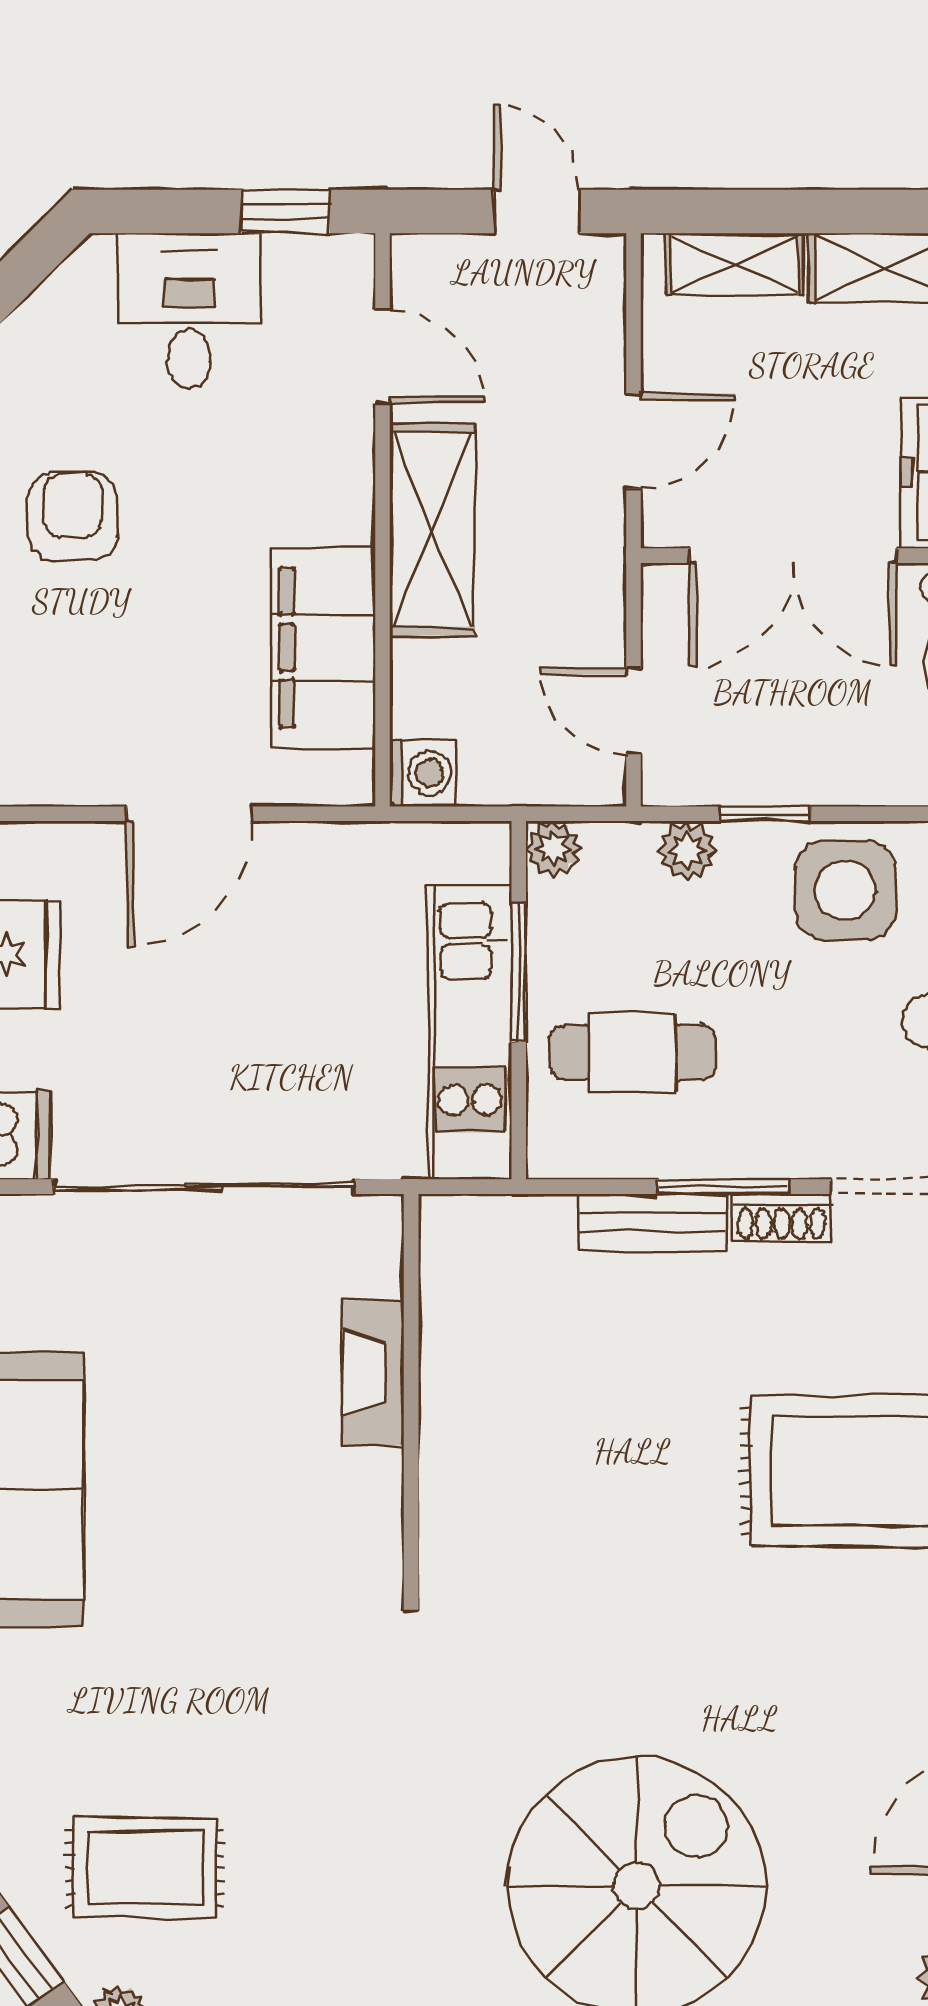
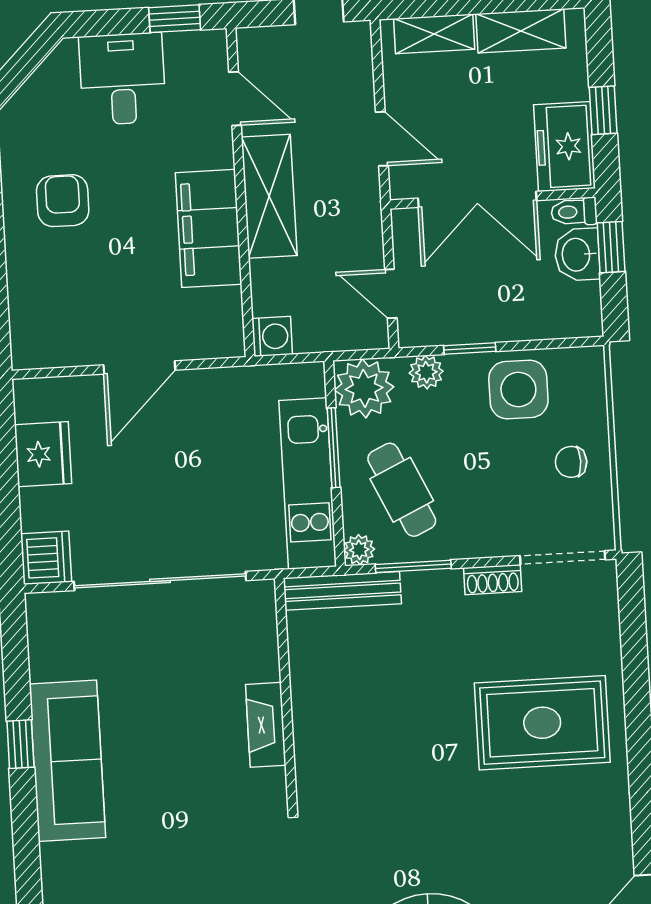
door: (633, 441) -> (382, 139), hinge flipped
filing cabinet: (323, 647) -> (208, 228), moved
plant: (553, 849) -> (364, 388), width x1.87, depth x1.87
cafe table: (633, 1052) -> (402, 490), turned 65
plant: (553, 1152) -> (359, 550), added
window: (723, 1187) -> (413, 566), moved
bench: (653, 1222) -> (342, 591), moved, width x1.36
fireplace: (373, 1373) -> (266, 725), moved

